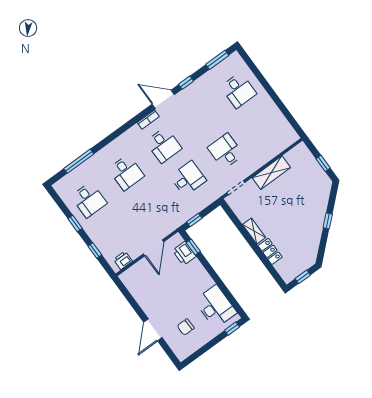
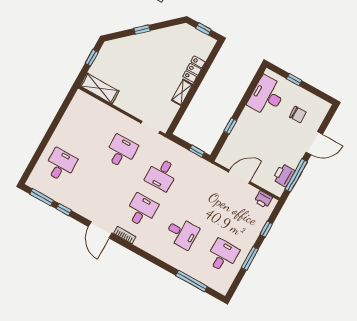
window: (186, 83) -> (64, 210), moved
desk: (225, 151) -> (121, 152), turned 180
desk: (126, 173) -> (182, 233), turned 90
shelving: (271, 173) -> (99, 88), moved
desk: (188, 178) -> (162, 174), turned -90
window: (75, 224) -> (250, 258), width x1.50
window: (193, 247) -> (230, 126), moved
printer: (184, 253) -> (284, 175), moved, turned 180
window: (131, 300) -> (296, 175), added
window: (232, 329) -> (294, 80), moved

